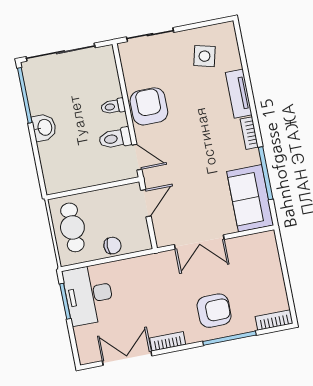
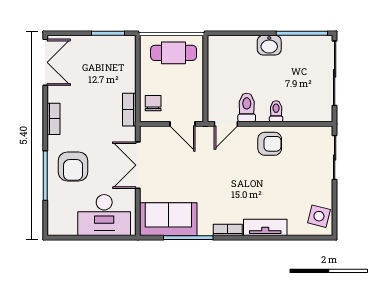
side table: (204, 56) -> (319, 216), moved
armchair: (149, 106) -> (270, 144), width x0.72, depth x0.72
chair: (112, 246) -> (153, 103), moved, turned 180
desk: (89, 295) -> (104, 215), moved, turned 180
bookcase: (274, 320) -> (129, 110), moved, turned 180
double door: (127, 358) -> (45, 62), moved

